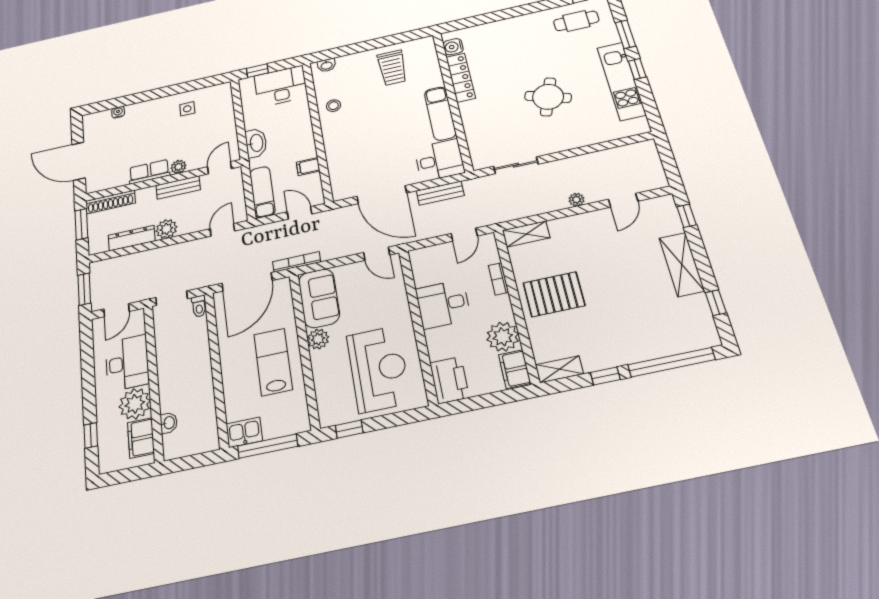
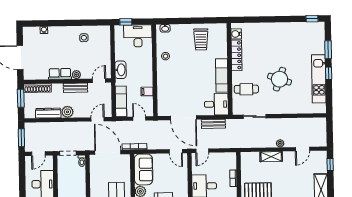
cafe table: (576, 21) -> (246, 89), moved
shelving: (526, 234) -> (271, 157), moved
door: (464, 235) -> (202, 151), moved
door: (247, 282) -> (108, 152), swing flipped

